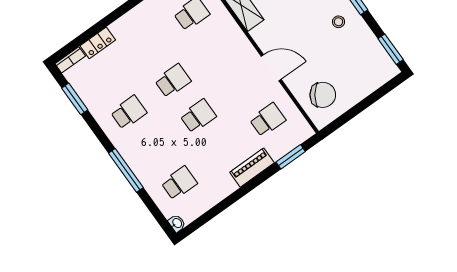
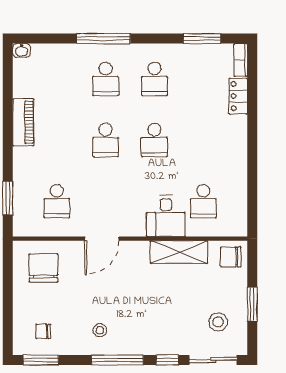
desk: (222, 33) -> (166, 216), added
chair: (369, 62) -> (43, 331), added
chair: (323, 95) -> (43, 268), turned 144
piano: (252, 168) -> (23, 122), moved
school desk: (179, 183) -> (106, 79), moved

